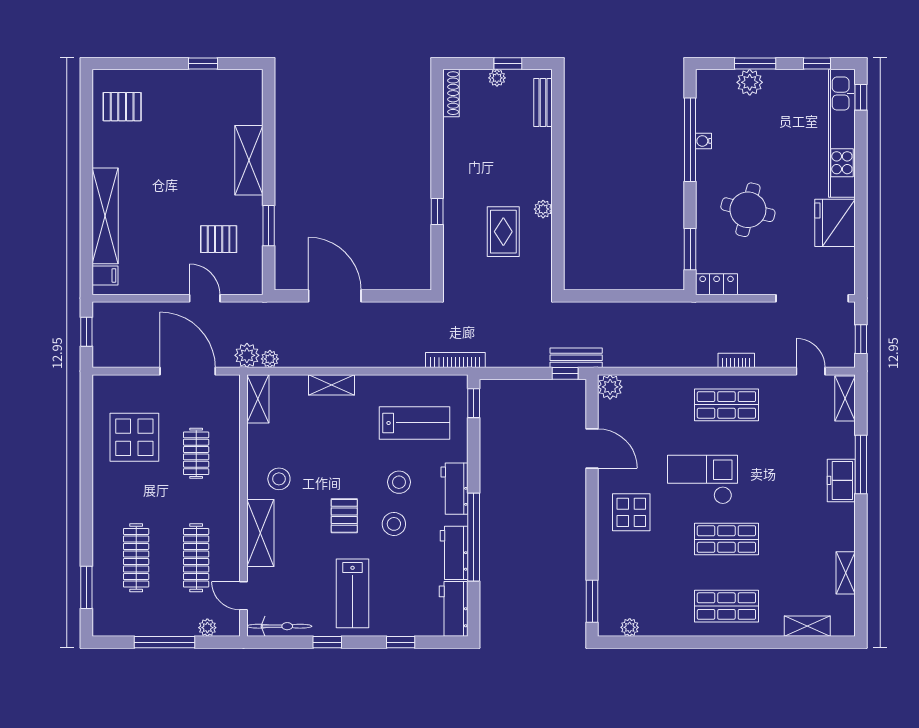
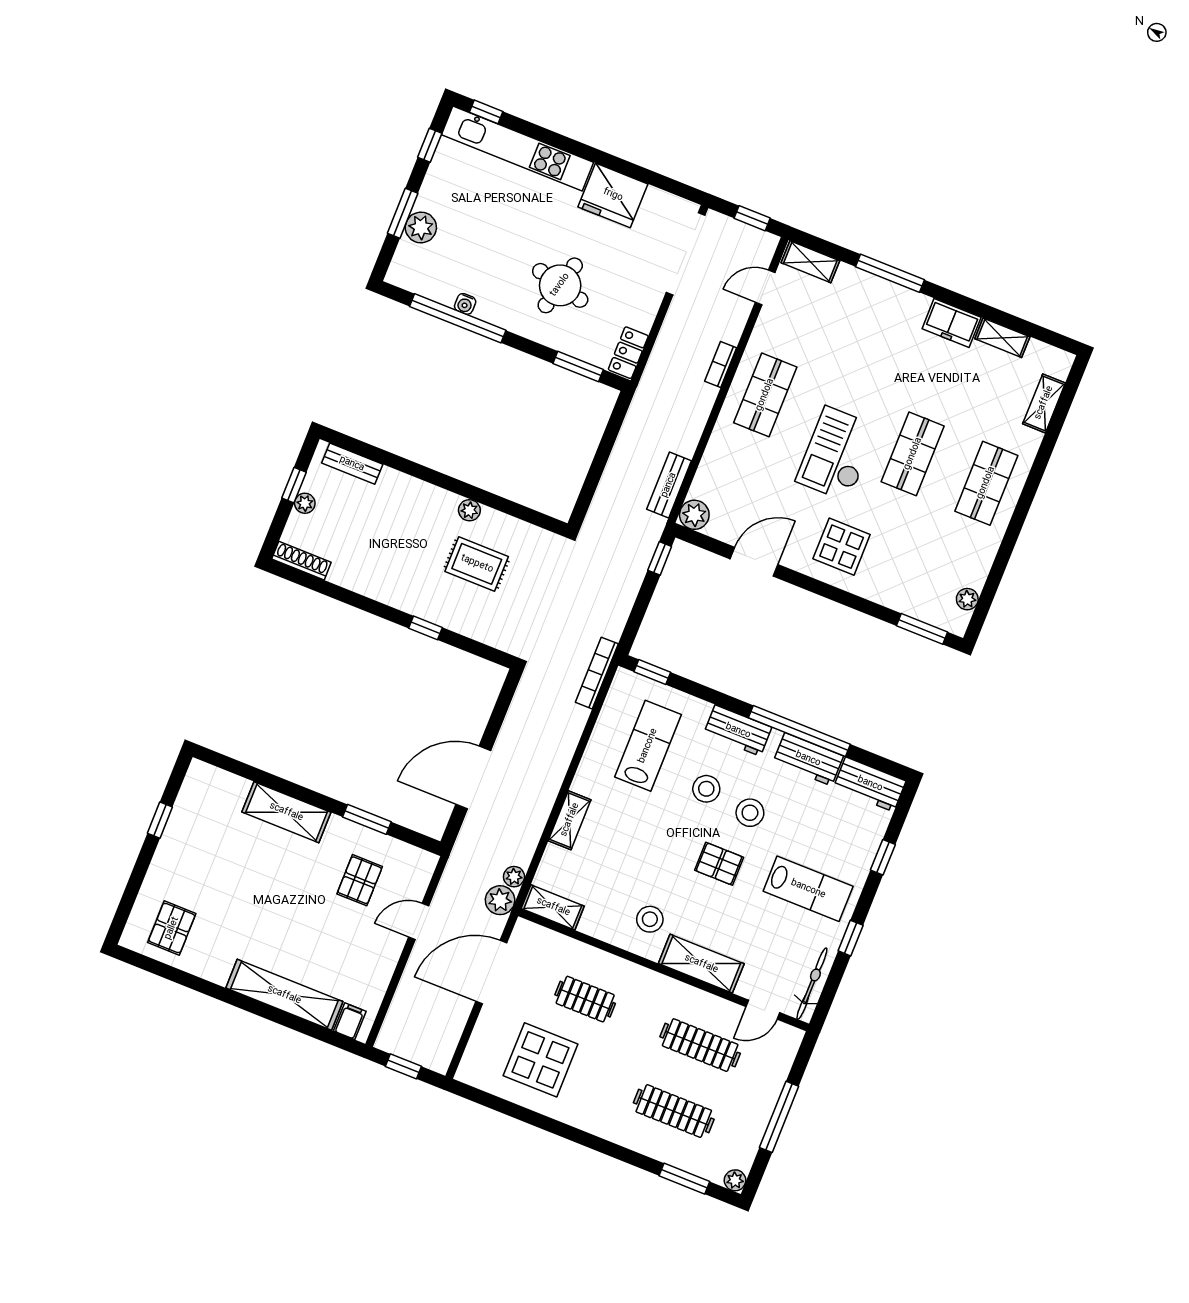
bench: (576, 358) -> (669, 485), moved
freezer: (841, 480) -> (952, 323), moved
plant: (207, 628) -> (735, 1180), moved

